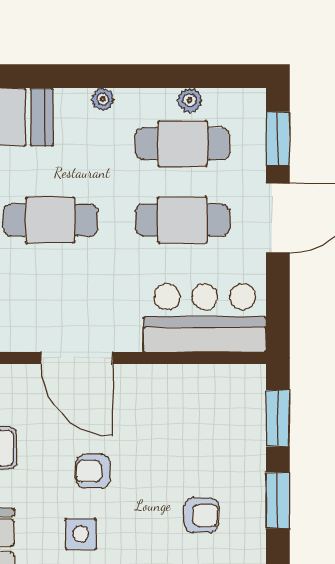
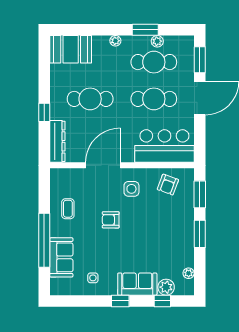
window: (165, 76) -> (145, 30), added
door: (77, 358) -> (103, 165), swing flipped
armchair: (201, 515) -> (168, 185), moved, turned 110
side table: (81, 534) -> (131, 189), moved

